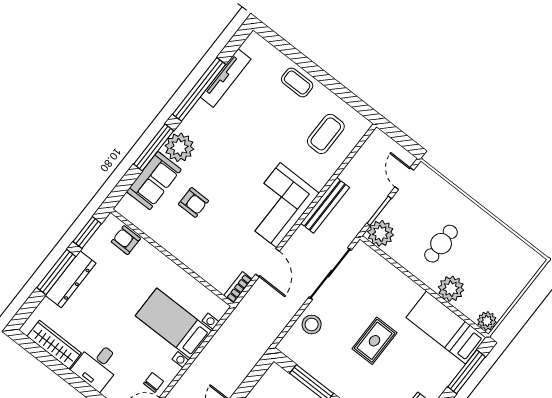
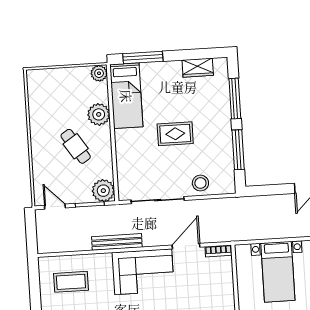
door: (404, 179) -> (55, 207), swing flipped
cafe table: (441, 244) -> (76, 146), turned 57

